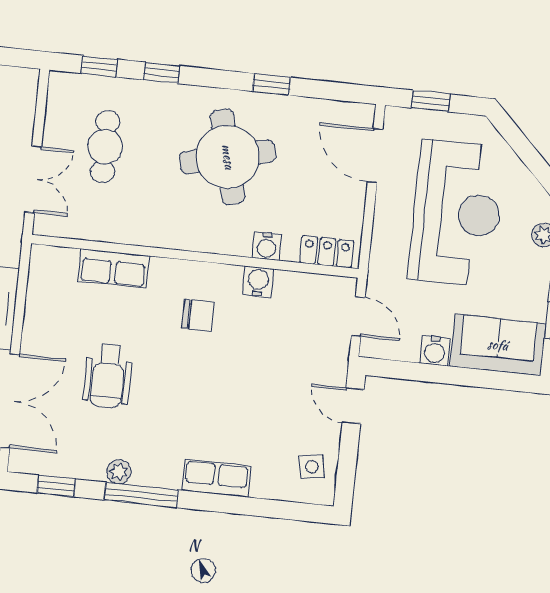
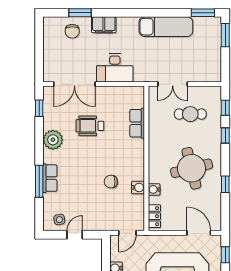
door: (375, 156) -> (199, 233), hinge flipped
chair: (198, 315) -> (111, 182), moved, turned 90
door: (353, 406) -> (75, 235), moved
plant: (119, 472) -> (53, 140), width x1.88, depth x1.88
window: (141, 495) -> (39, 181), moved

